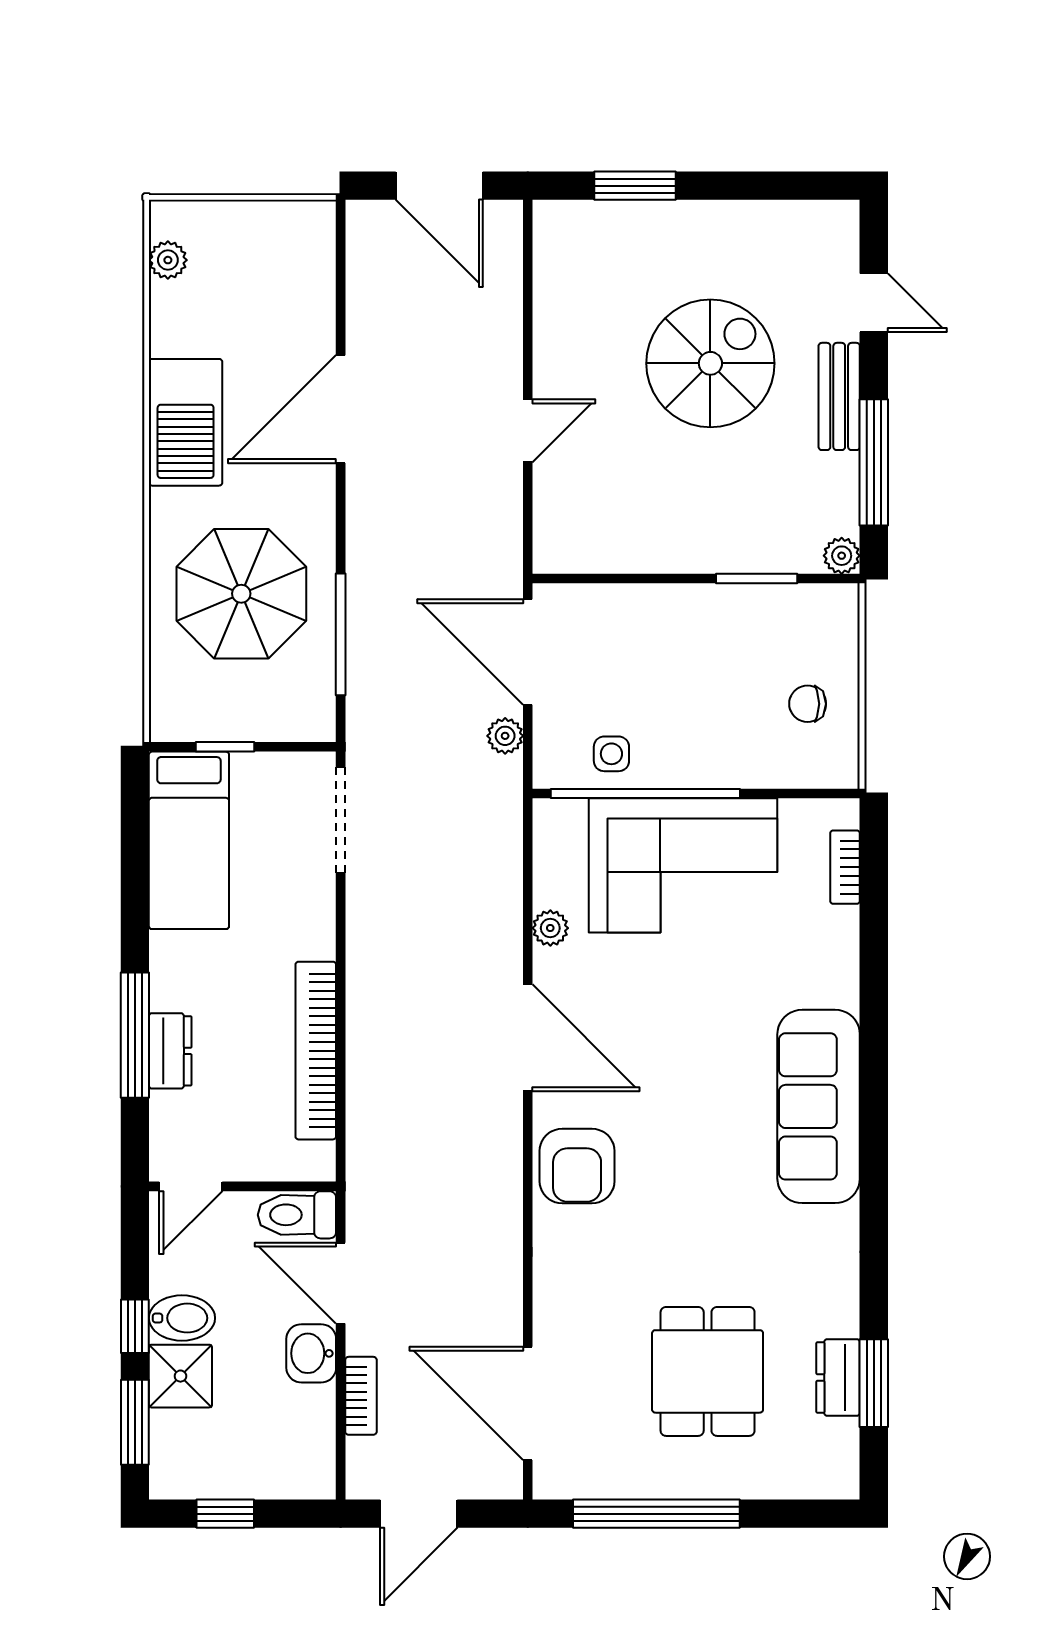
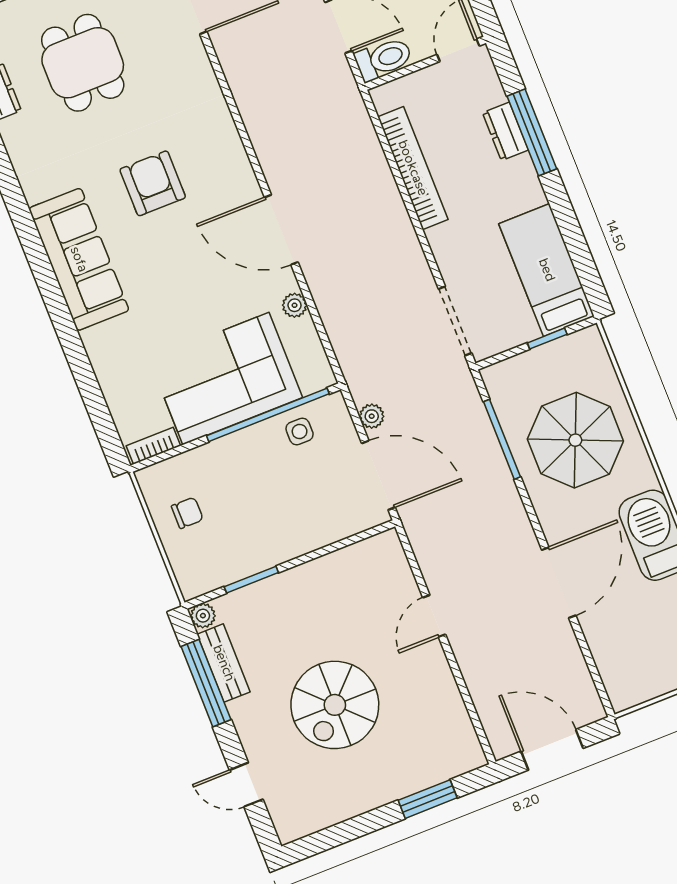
bench: (839, 396) -> (224, 663), moved
bookcase: (845, 867) -> (153, 446), moved, turned -90
armchair: (577, 1166) -> (153, 183), moved

